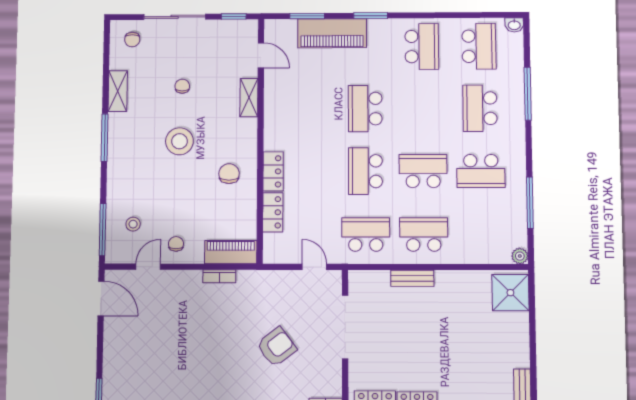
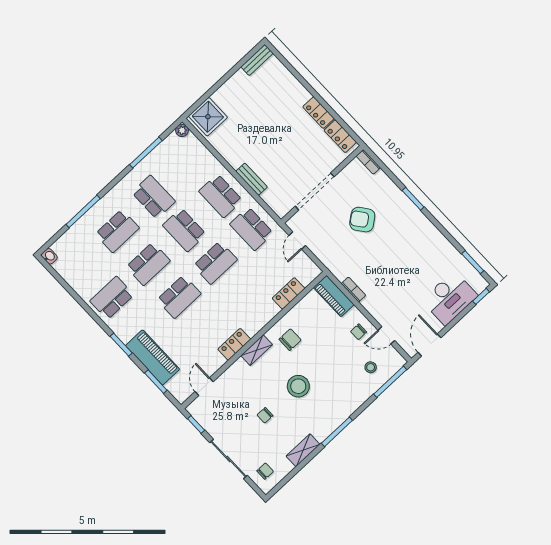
school desk: (479, 46) -> (148, 264), moved, turned 180
shelving: (249, 98) -> (257, 350), moved
locker: (273, 171) -> (234, 344), moved
chair: (229, 174) -> (290, 340), turned 180
desk: (126, 359) -> (450, 298), added

